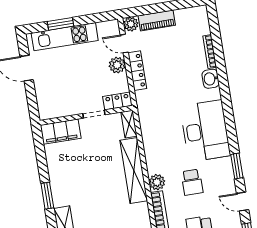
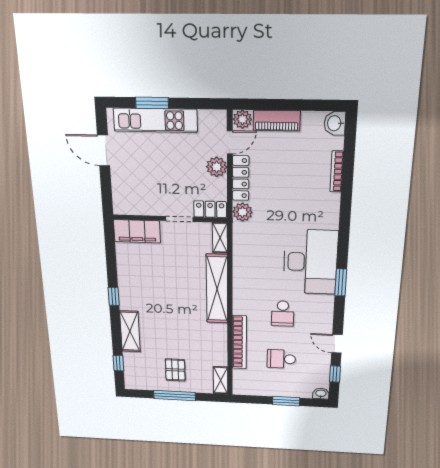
door: (124, 44) -> (230, 142), swing flipped
washbasin: (211, 79) -> (335, 123), moved
window: (237, 166) -> (341, 282), moved
plant: (157, 182) -> (242, 212), moved
window: (47, 196) -> (114, 296), width x0.67

